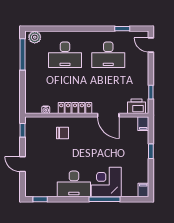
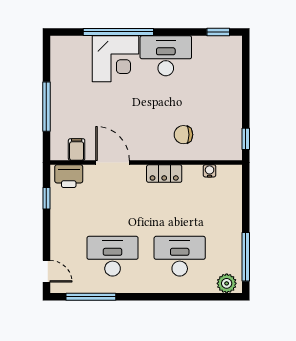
window: (122, 29) -> (91, 297), width x2.17
locker: (75, 108) -> (164, 174), width x0.66
filing cabinet: (143, 124) -> (77, 149), moved
window: (151, 151) -> (46, 107), width x2.17
door: (22, 164) -> (246, 87), removed
filing cabinet: (143, 190) -> (58, 46), removed
window: (104, 199) -> (118, 32), width x1.46

